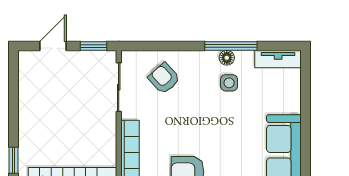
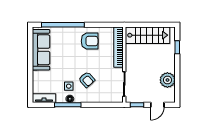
armchair: (164, 78) -> (87, 80), moved
plant: (33, 95) -> (167, 80), added

